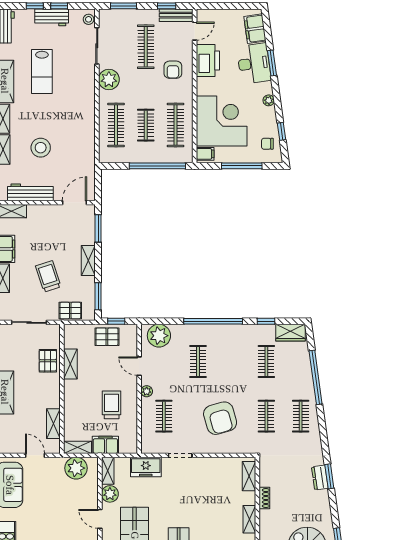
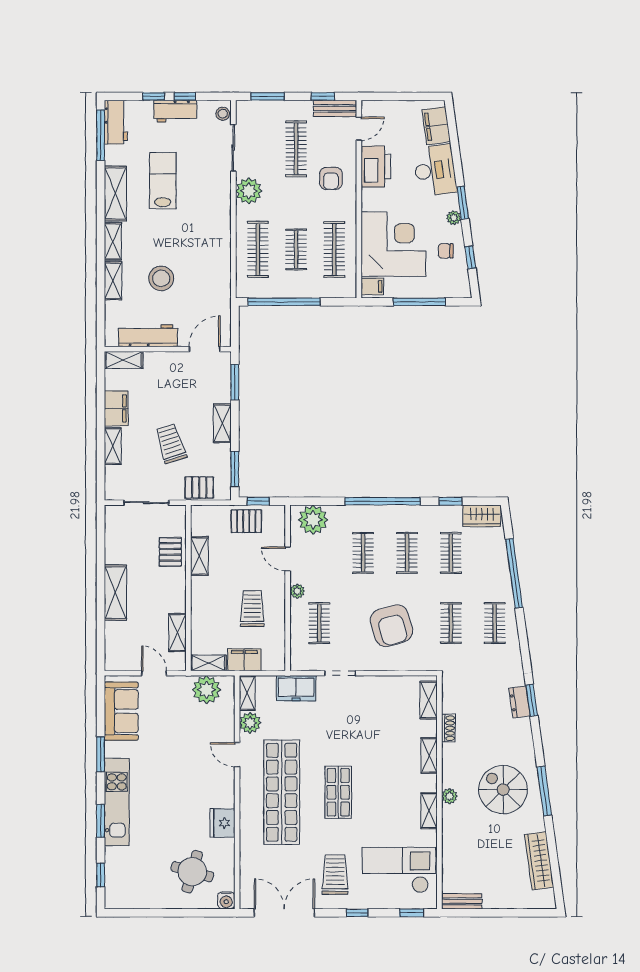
window: (272, 63) -> (463, 203), moved
lab bench: (42, 71) -> (163, 181), turned 180
chair: (267, 144) -> (446, 251), moved
window: (157, 166) -> (284, 302), moved
clothes rail: (232, 362) -> (407, 553), added

